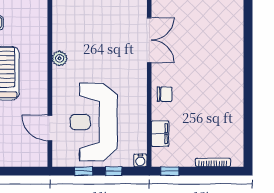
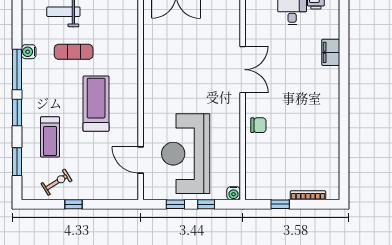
plant: (60, 58) -> (151, 88), removed
filing cabinet: (160, 134) -> (331, 52), moved, turned 180
window: (170, 171) -> (280, 204), moved

